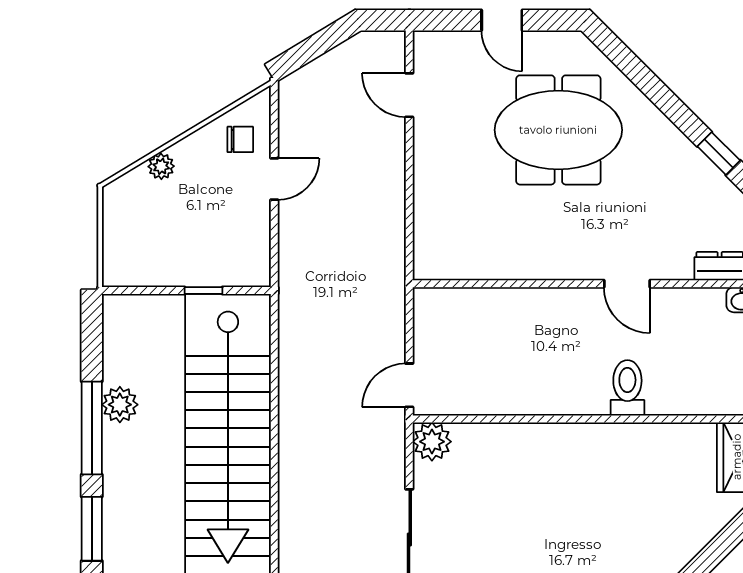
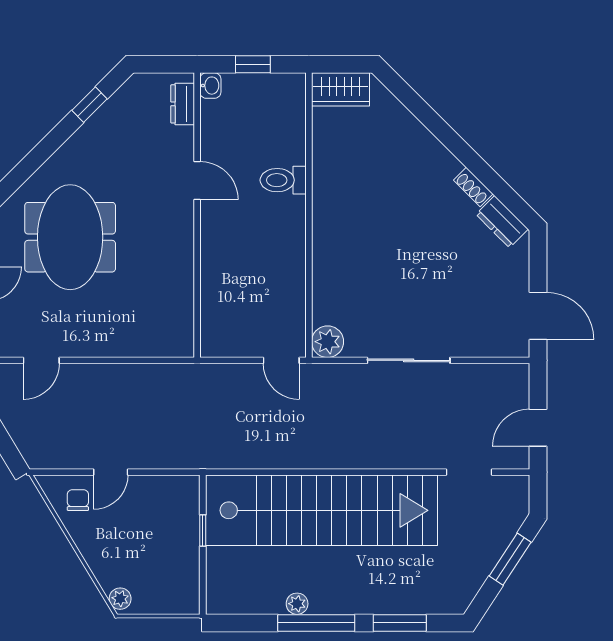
plant: (161, 166) -> (120, 599), moved
door: (274, 179) -> (111, 472), swing flipped
door: (627, 284) -> (197, 180), hinge flipped
plant: (120, 405) -> (297, 604), width x0.73, depth x0.73

